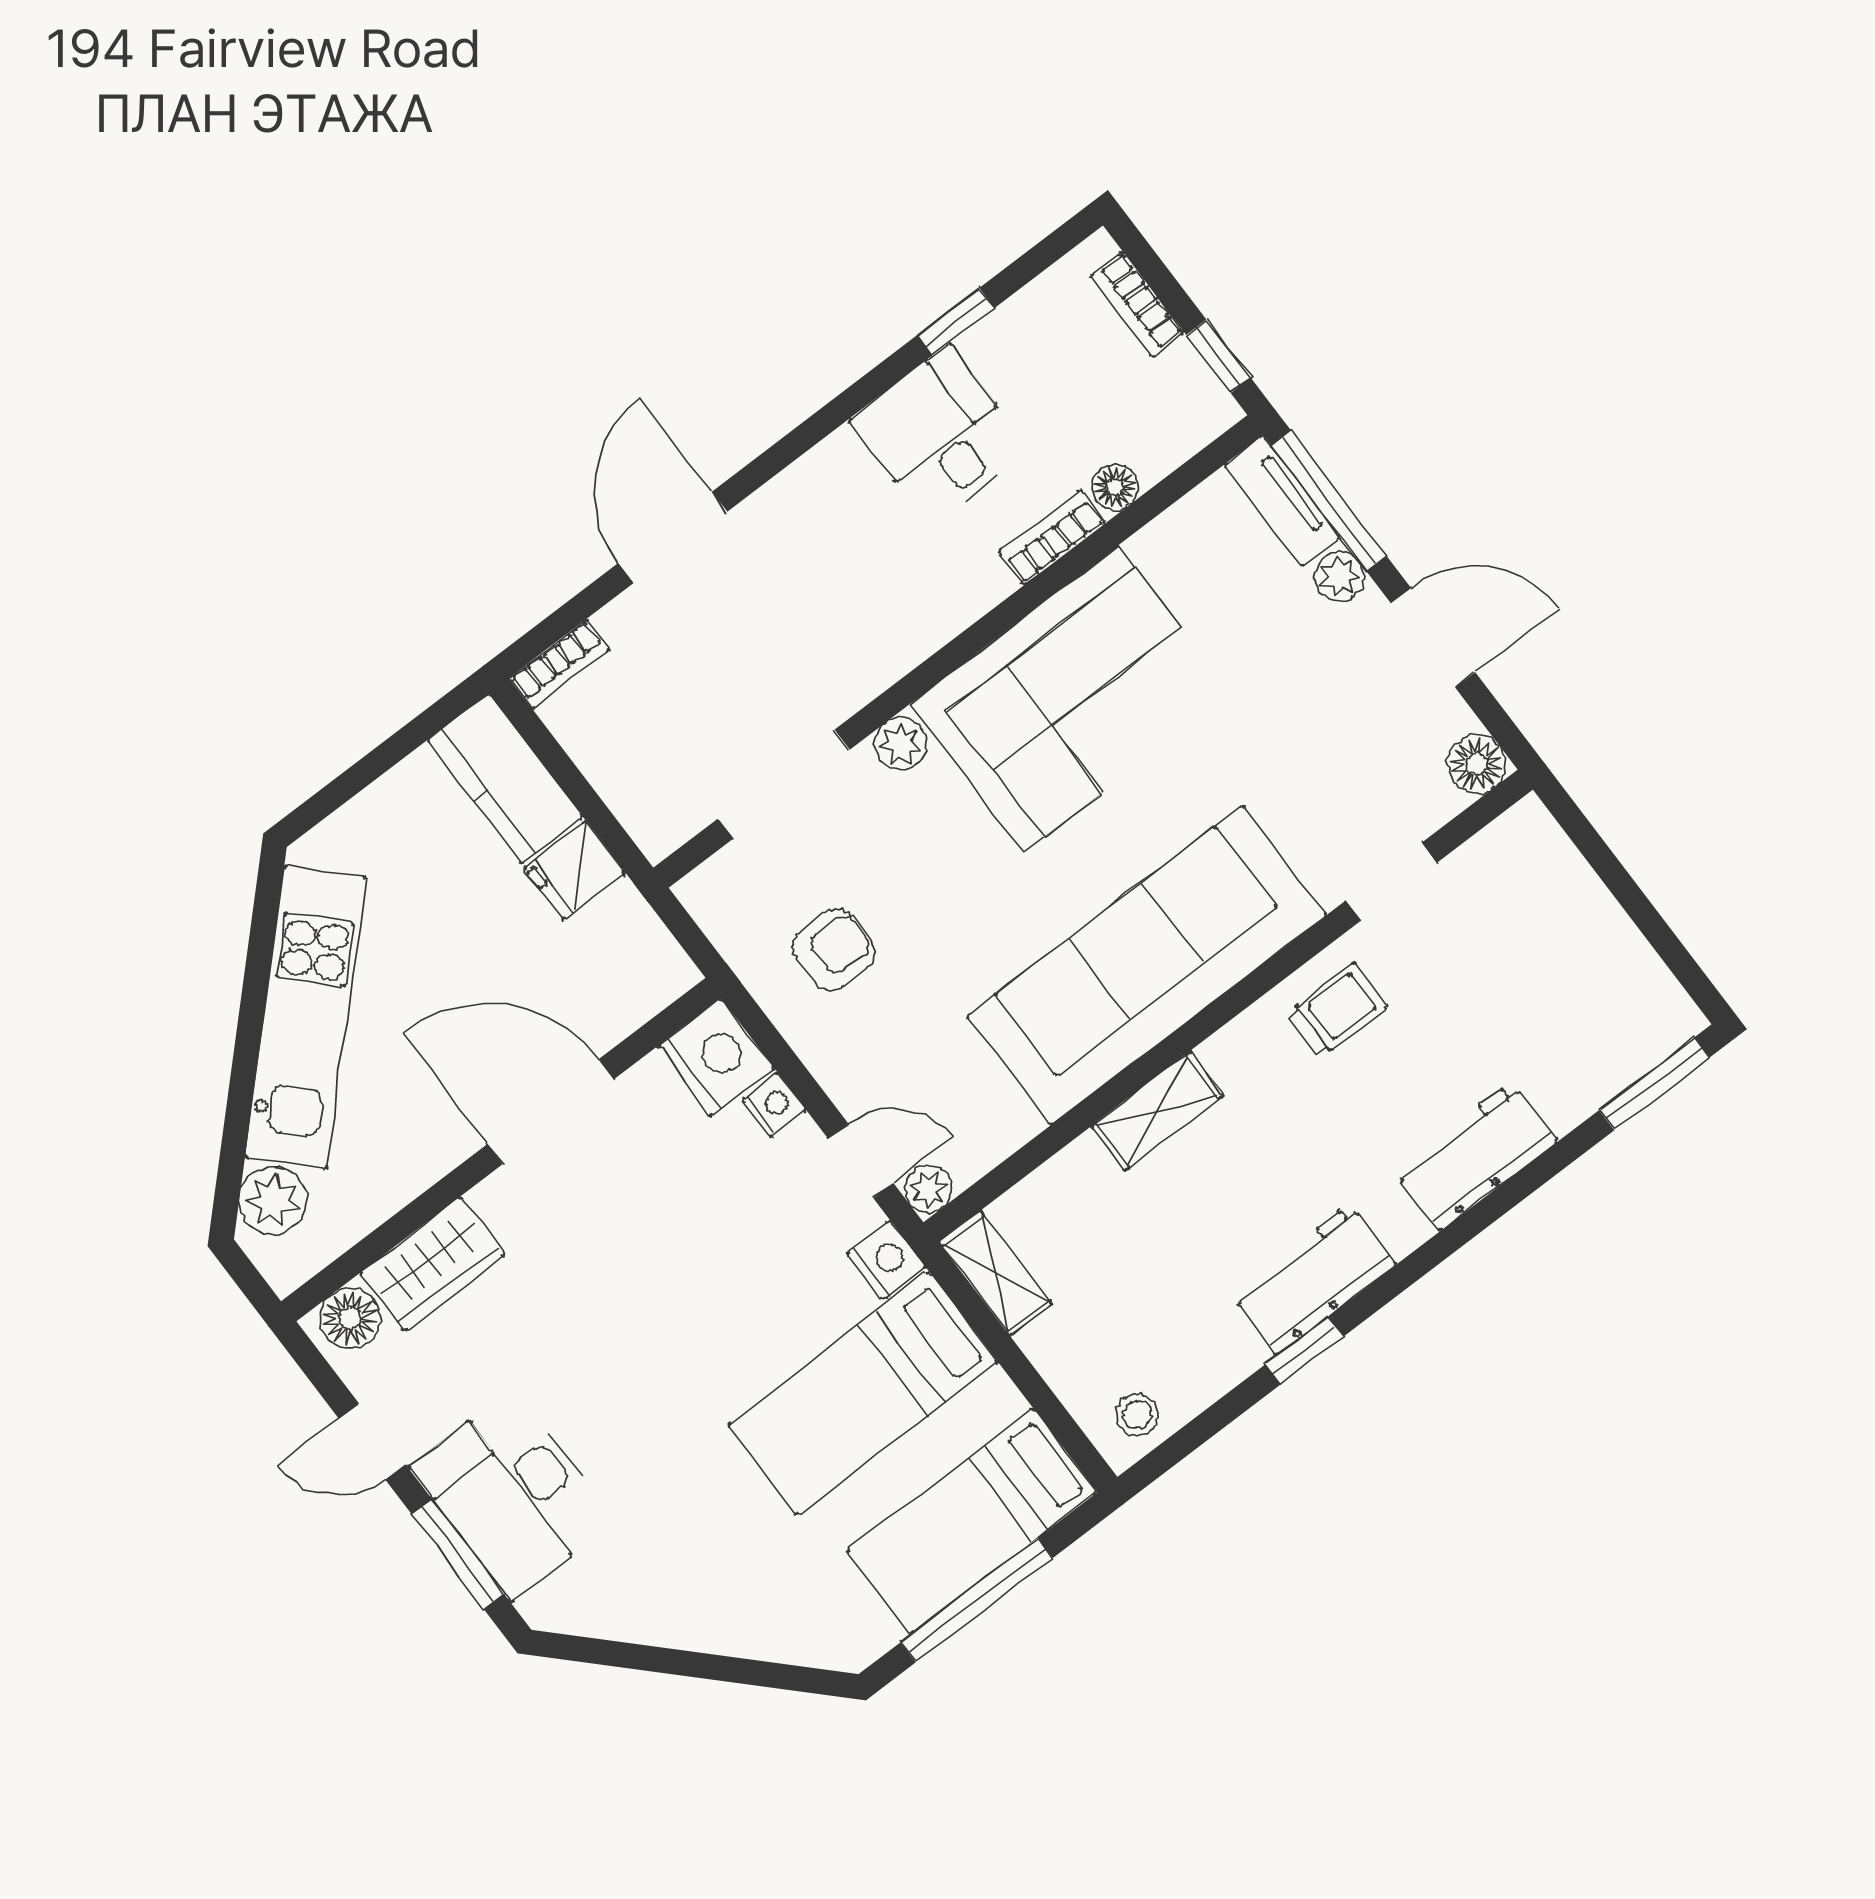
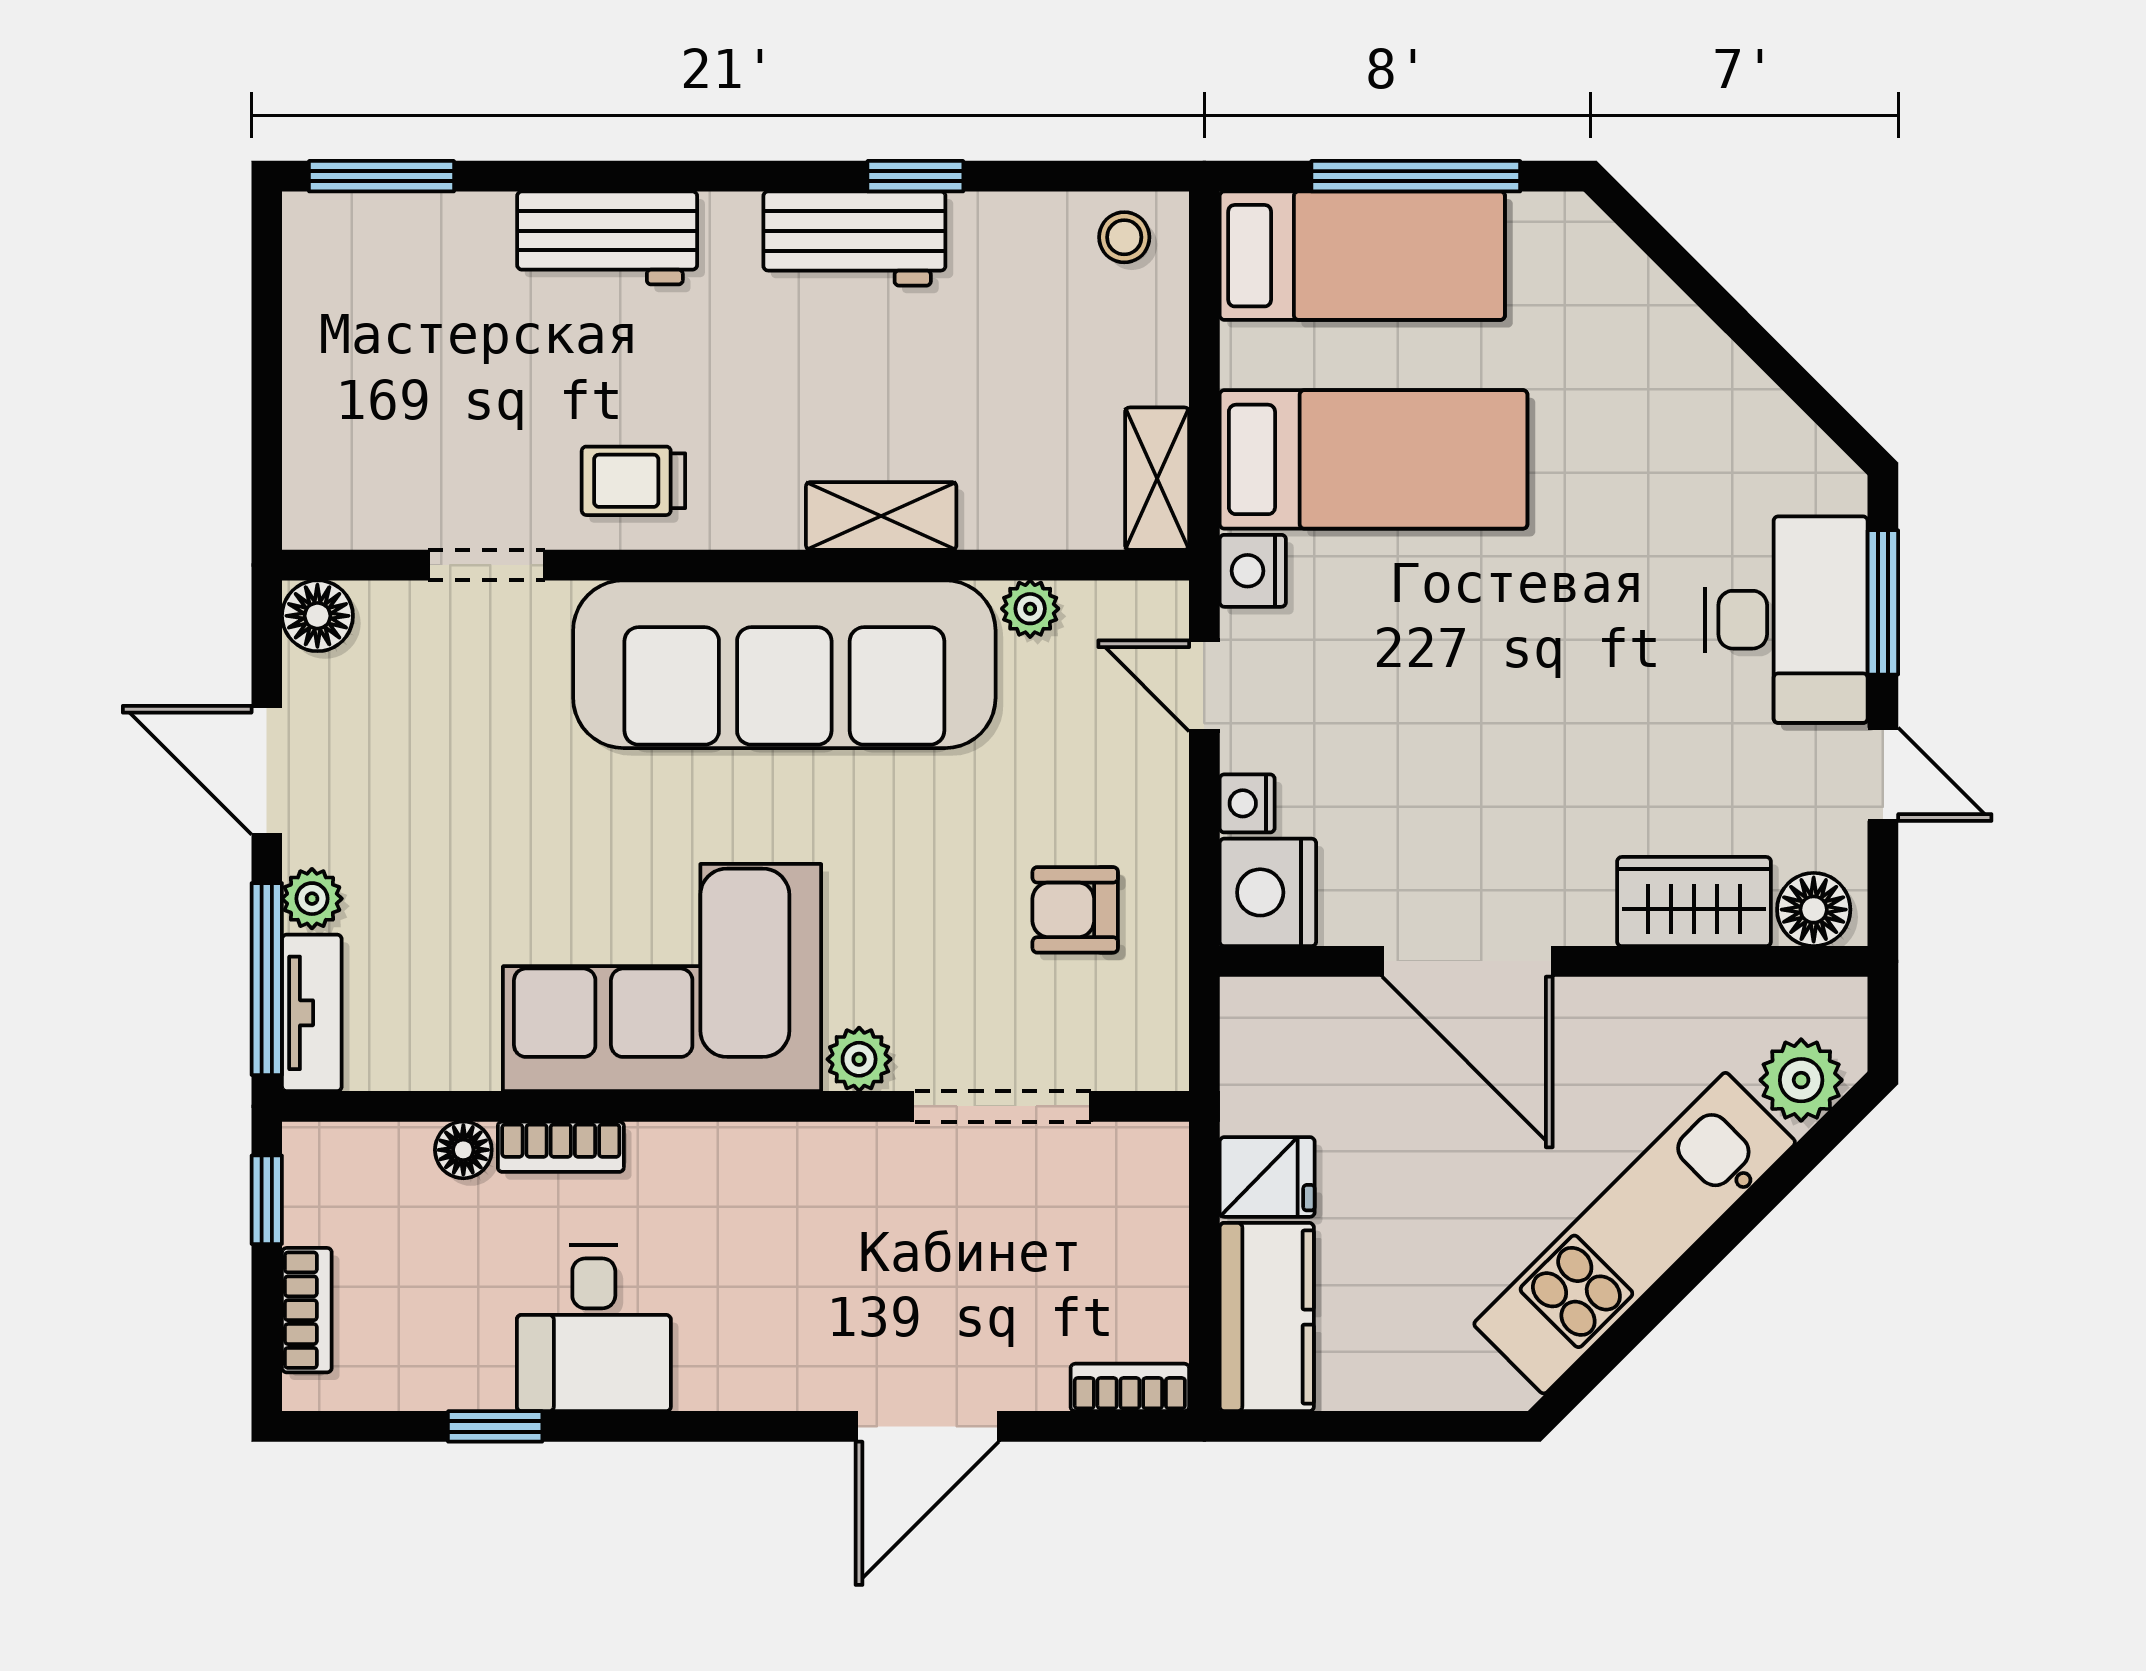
plant: (928, 1189) -> (1030, 609), moved

